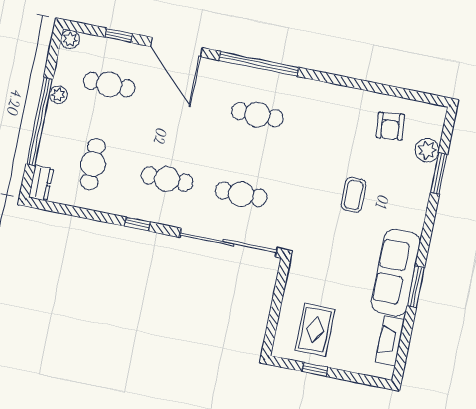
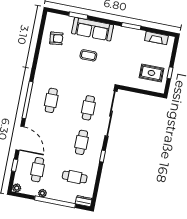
door: (176, 47) -> (20, 138), hinge flipped
plant: (427, 150) -> (67, 21), removed
sofa: (396, 273) -> (93, 29), moved

